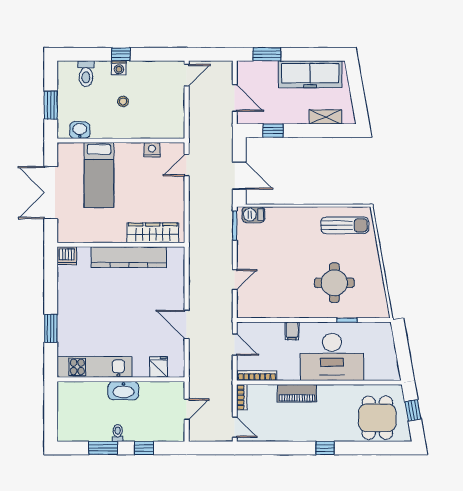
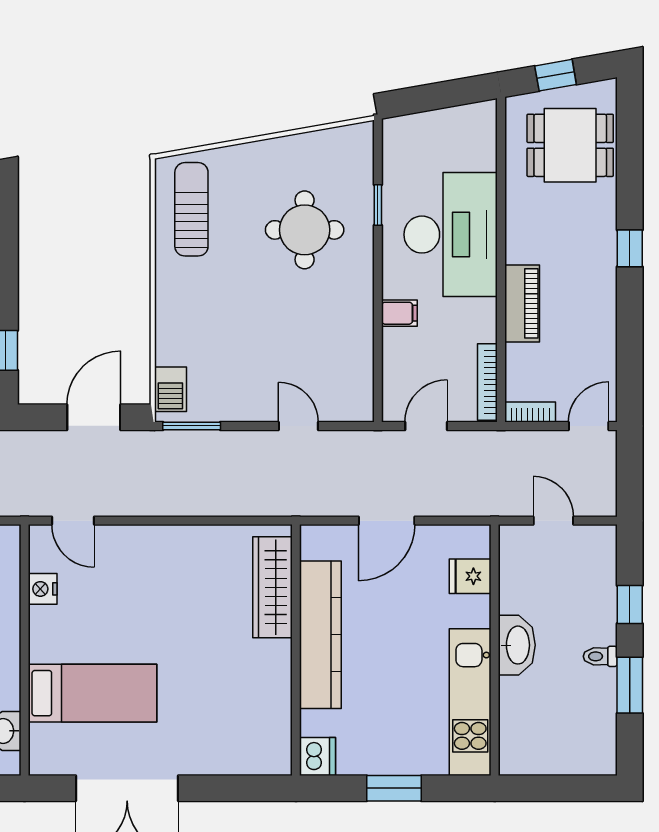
wardrobe: (153, 233) -> (273, 587), moved
wall: (121, 245) -> (296, 650), moved
dishwasher: (67, 256) -> (318, 756), moved
kitchen counter: (129, 257) -> (320, 635), moved

